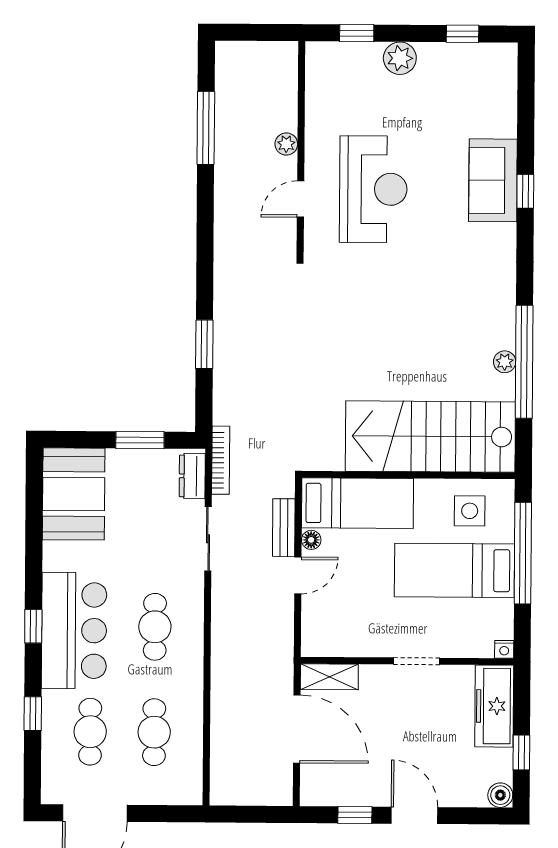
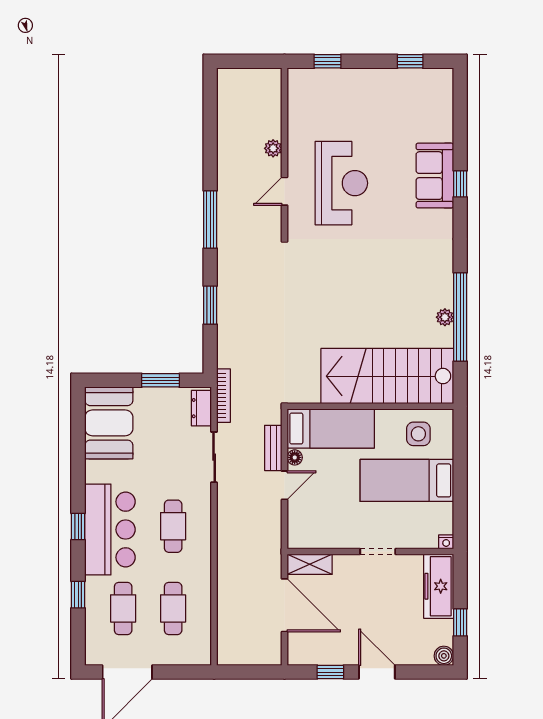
plant: (400, 58) -> (361, 81), removed
window: (206, 128) -> (210, 220), moved
window: (523, 553) -> (460, 467), removed

